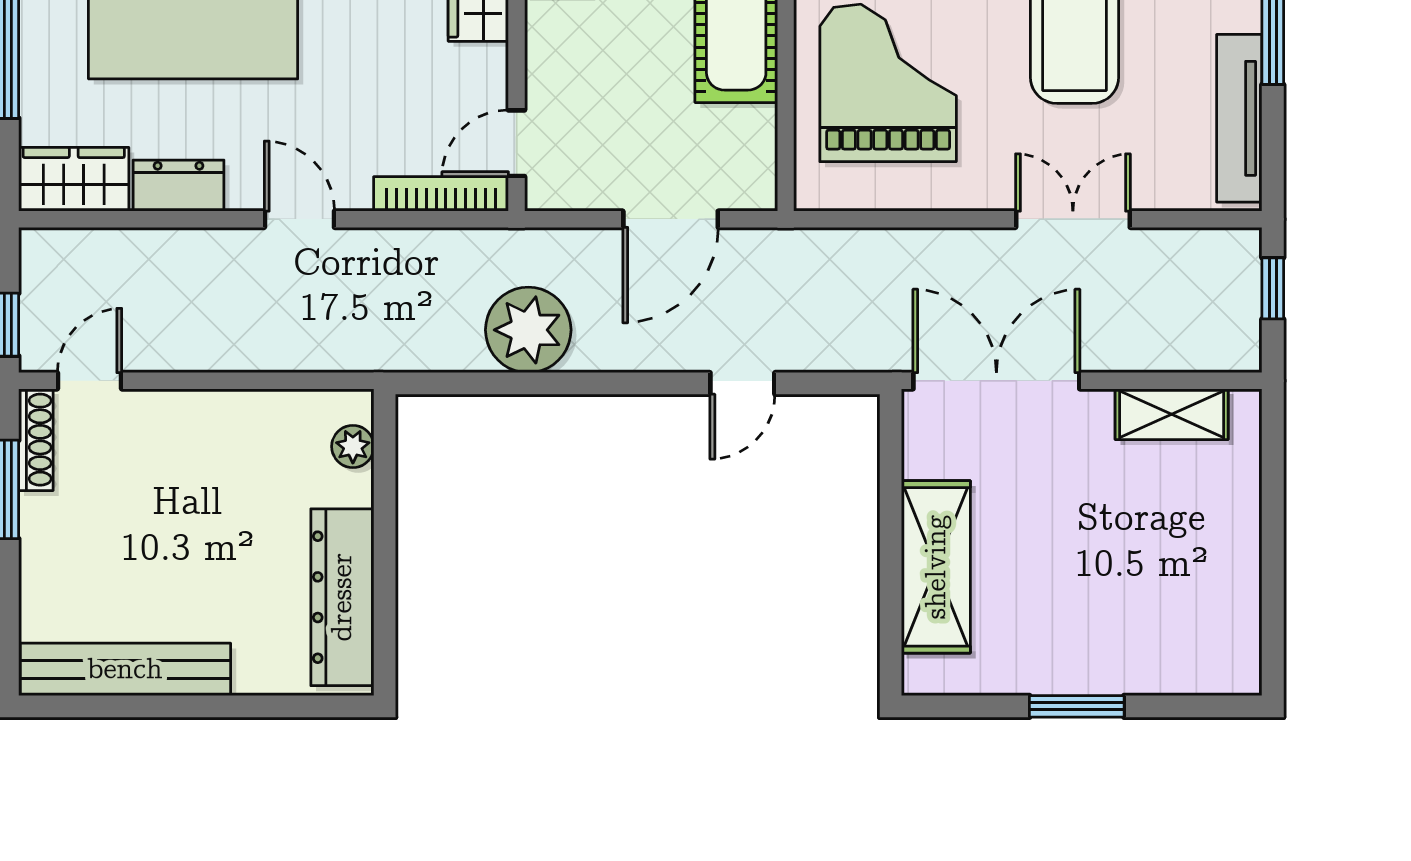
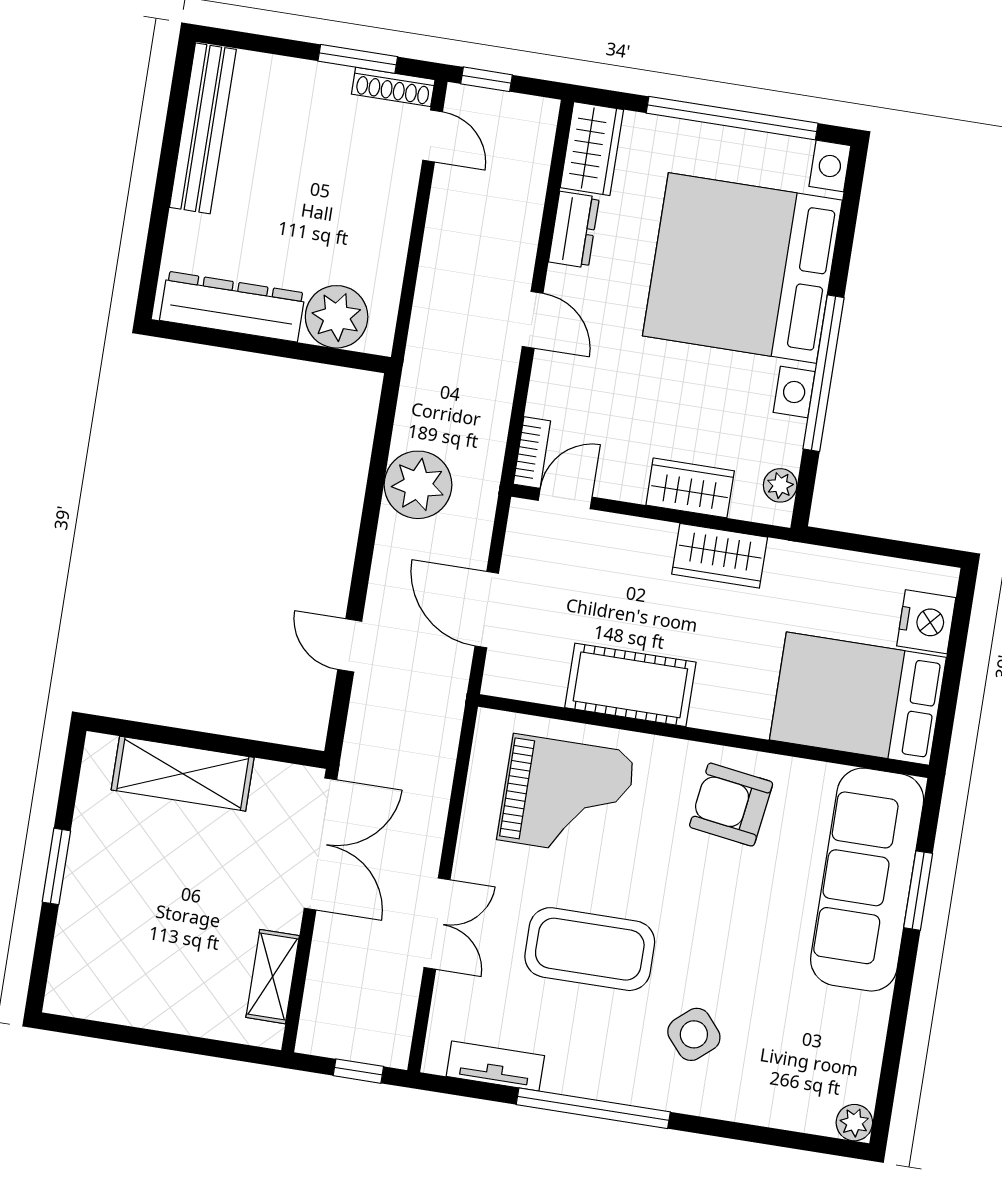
tv unit: (1239, 118) -> (495, 1066), width x0.71
door: (517, 143) -> (565, 499), hinge flipped
bookcase: (441, 194) -> (532, 452), width x0.64
door: (299, 219) -> (533, 320), hinge flipped
plant: (353, 446) -> (337, 317), width x1.87, depth x1.87

